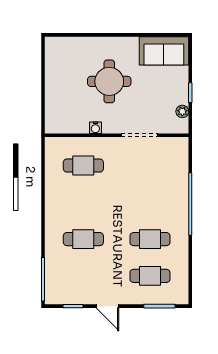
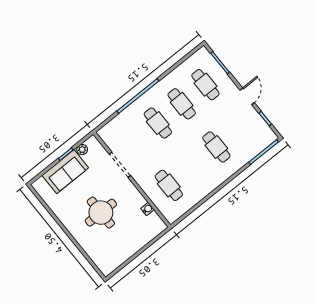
sofa: (164, 51) -> (65, 172), moved, turned 90
water cooler: (95, 128) -> (147, 209), moved
cafe table: (150, 202) -> (158, 123), added

